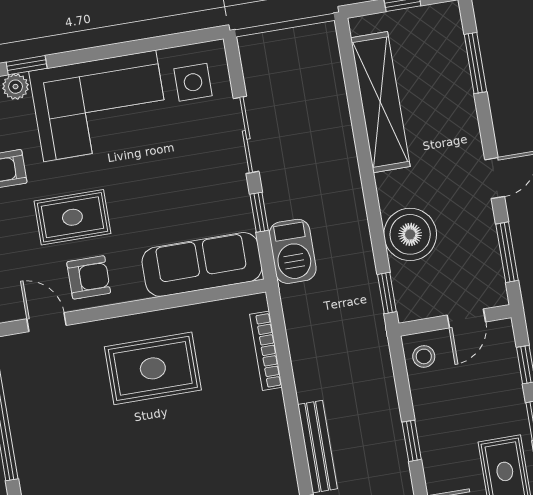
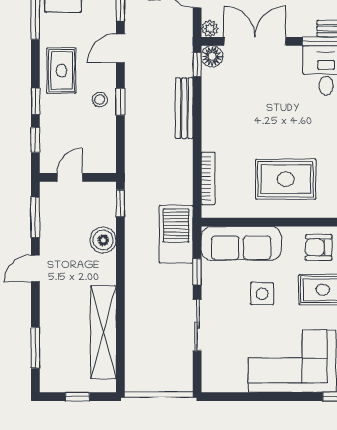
side table: (193, 82) -> (262, 294), moved
boiler: (410, 234) -> (103, 240), width x0.73, depth x0.73
barbecue: (293, 251) -> (176, 234), width x1.37, depth x1.21
stool: (424, 356) -> (100, 99), moved

